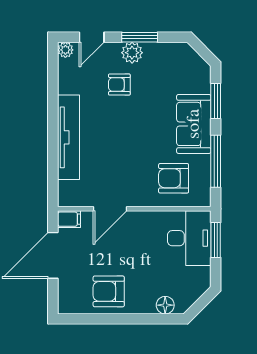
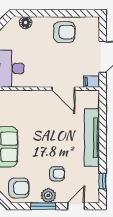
plant: (65, 50) -> (94, 198), removed
window: (53, 74) -> (103, 181), added
armchair: (174, 178) -> (19, 188), moved
door: (110, 209) -> (63, 89), swing flipped

